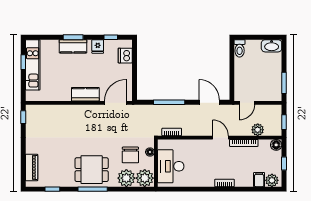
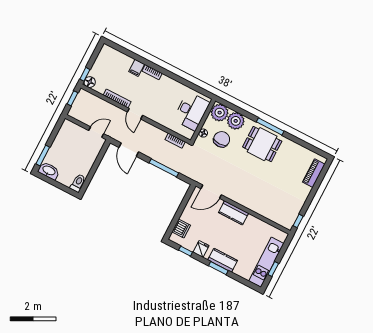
window: (284, 83) -> (43, 156), moved
plant: (258, 130) -> (99, 104), removed
window: (284, 164) -> (85, 74), moved
filing cabinet: (259, 180) -> (137, 68), moved
plant: (272, 180) -> (109, 53), removed
window: (52, 189) -> (305, 145), removed

